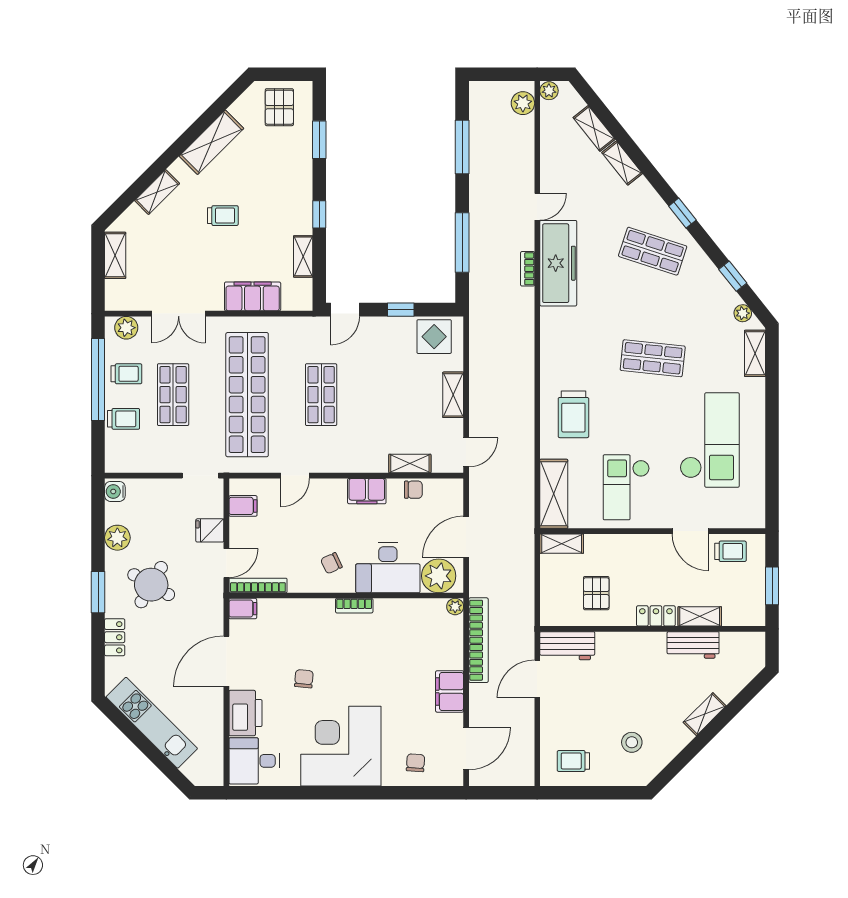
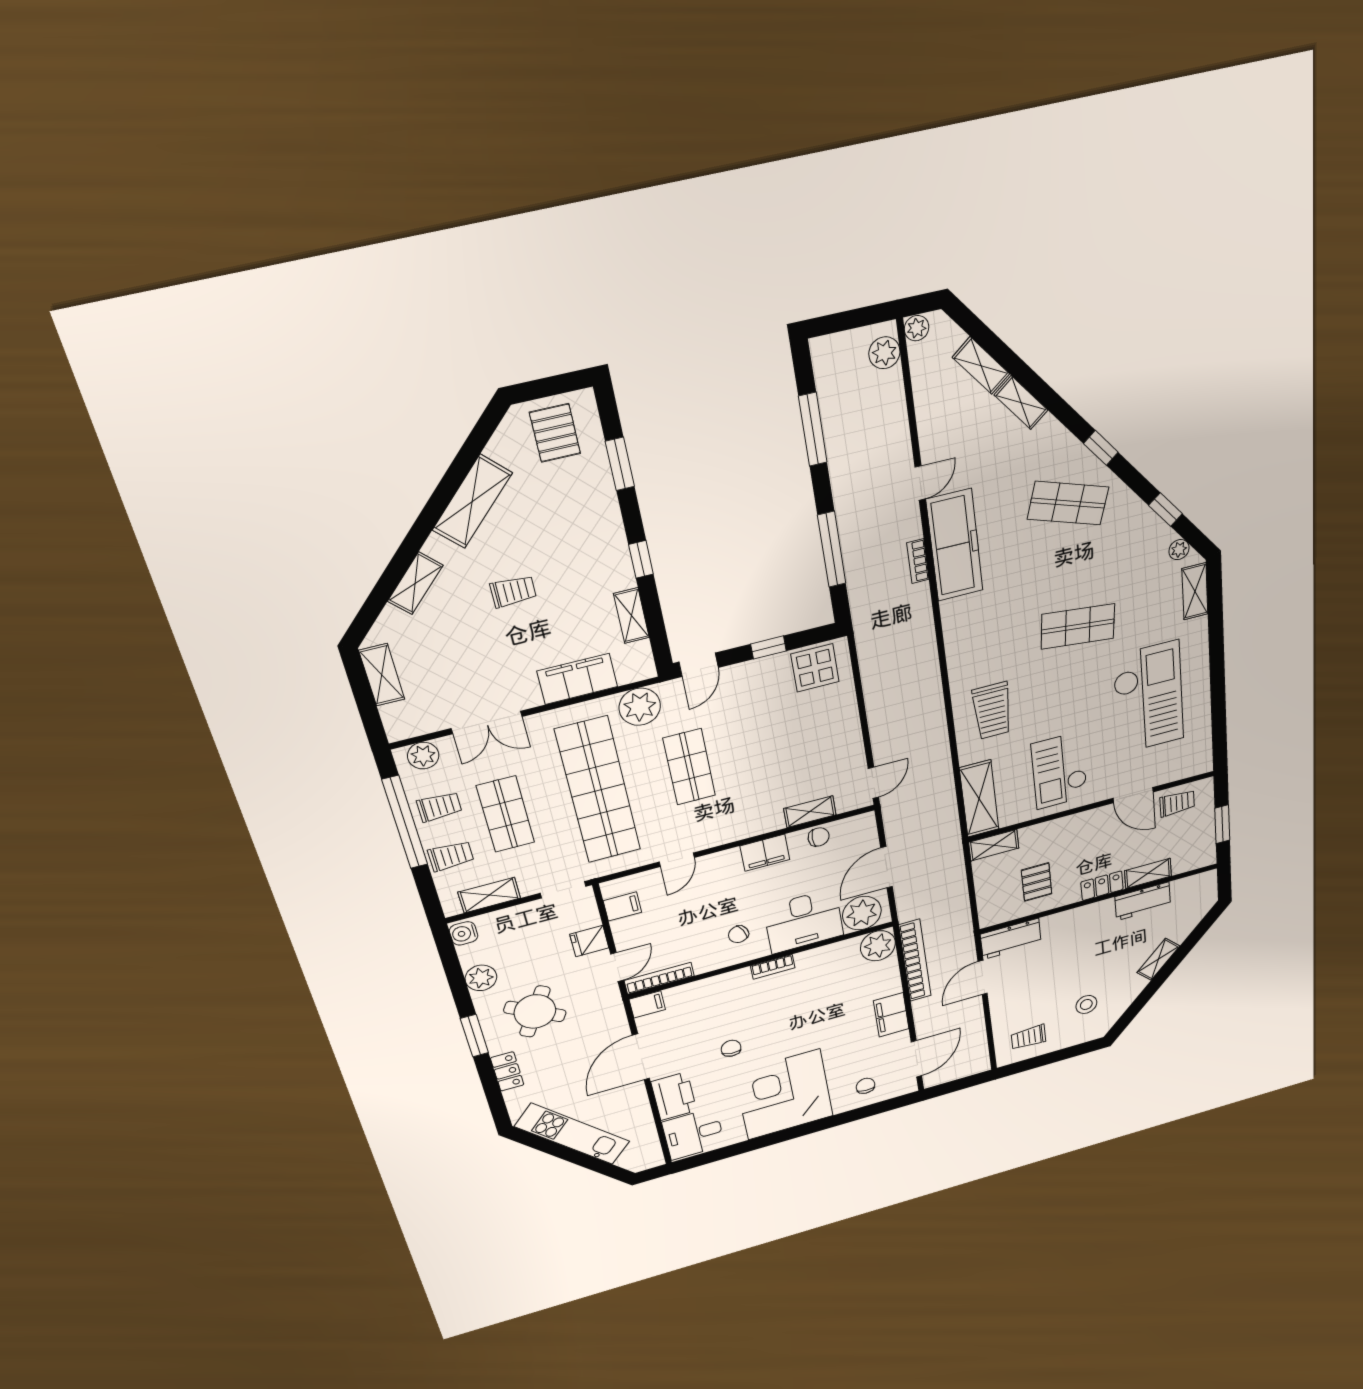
plant: (294, 332) -> (640, 707), added
shelving: (453, 395) -> (489, 895), moved, turned 90
plant: (455, 607) -> (878, 946), width x1.88, depth x1.88

